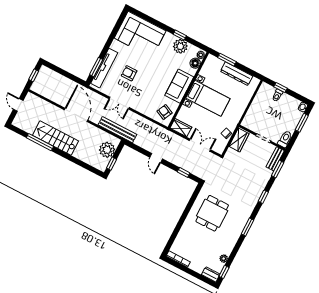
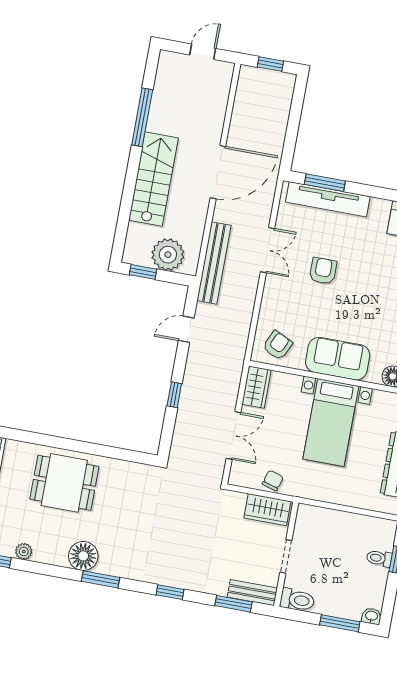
armchair: (129, 73) -> (323, 271), moved
double door: (119, 103) -> (267, 250), swing flipped
stairs: (56, 138) -> (153, 179), moved
door: (156, 158) -> (186, 329), moved
window: (184, 172) -> (174, 395), moved
dining table: (212, 213) -> (64, 483), moved
floor lamp: (234, 232) -> (83, 556), added

